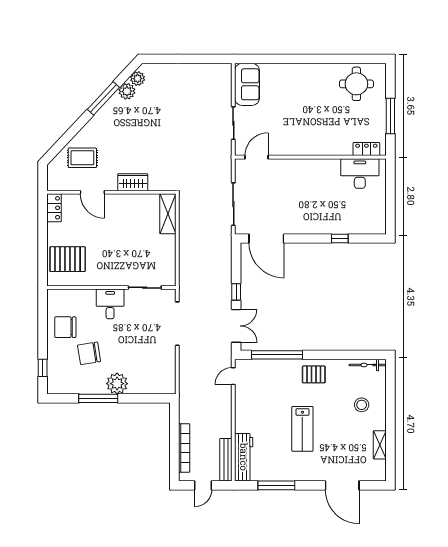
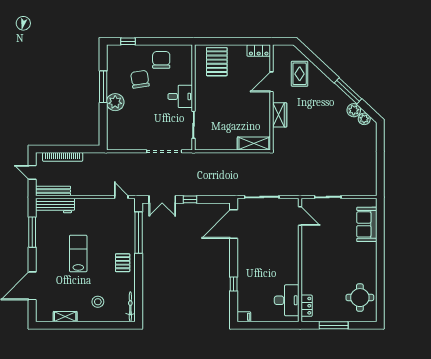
sofa: (247, 84) -> (367, 224), moved, turned 90
filing cabinet: (380, 226) -> (244, 317), added
lab bench: (302, 429) -> (78, 253), turned 90

